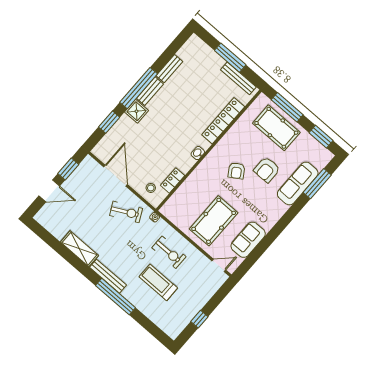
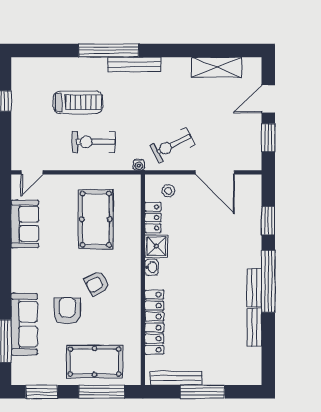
shower: (136, 111) -> (156, 246), moved
armchair: (236, 171) -> (97, 283), turned -85
pool table: (214, 221) -> (96, 219), moved
shelving: (79, 249) -> (216, 67), moved

